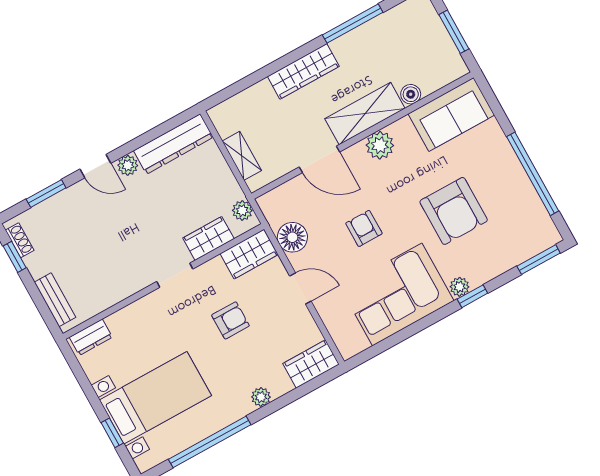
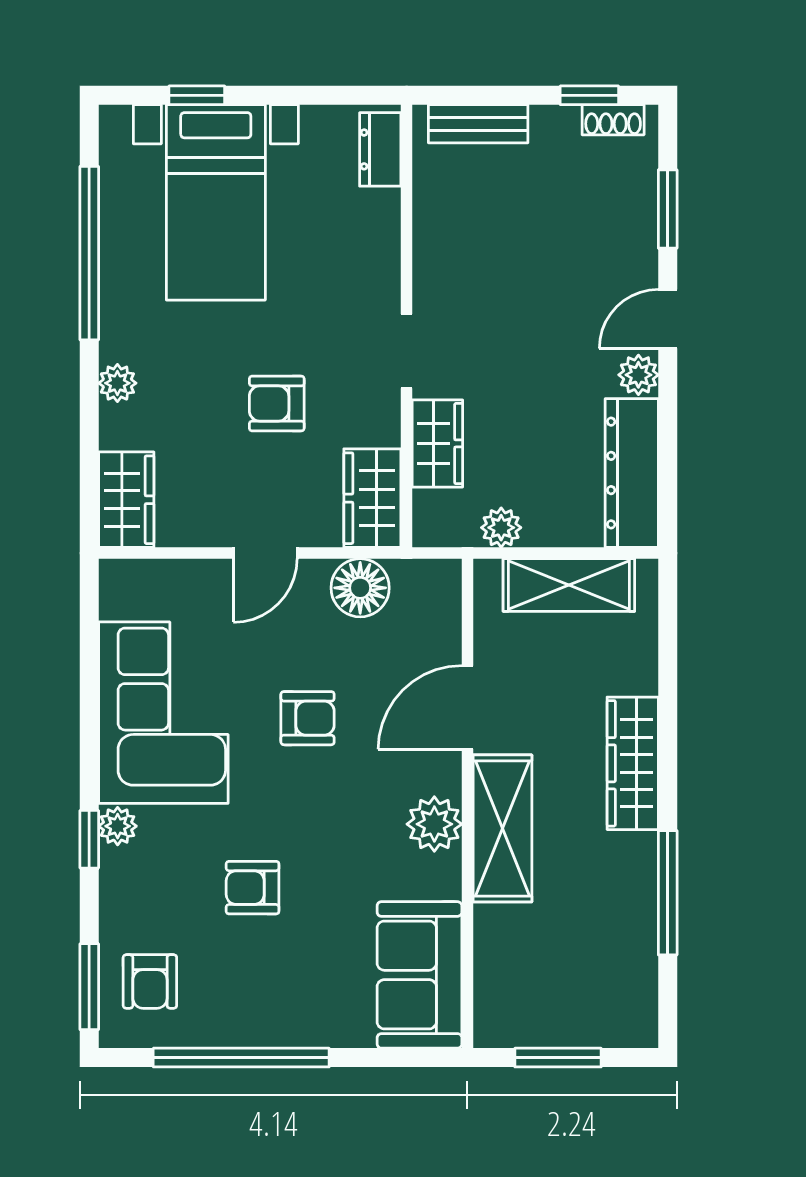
boiler: (411, 94) -> (492, 925), removed
shelving: (242, 156) -> (569, 585), width x1.50, depth x1.33
plant: (242, 211) -> (501, 528), moved
armchair: (454, 211) -> (253, 888), width x0.53, depth x0.53
armchair: (521, 234) -> (150, 982), added
armchair: (230, 320) -> (277, 404), turned 90

